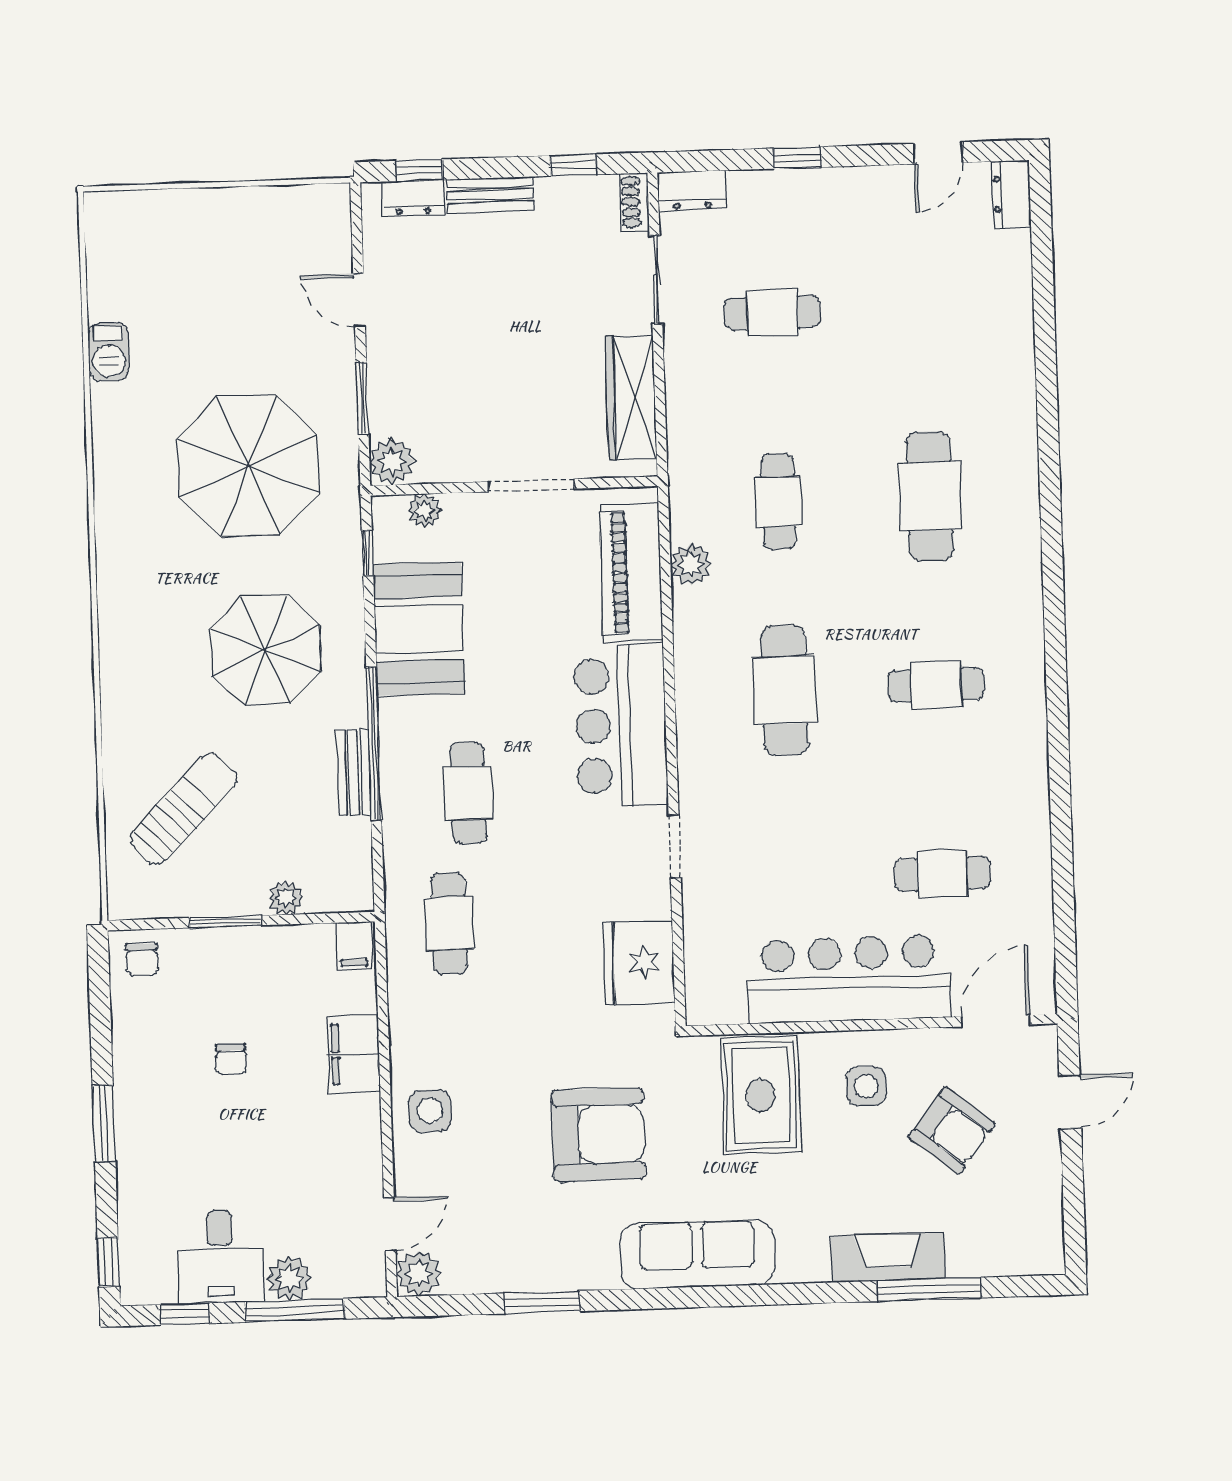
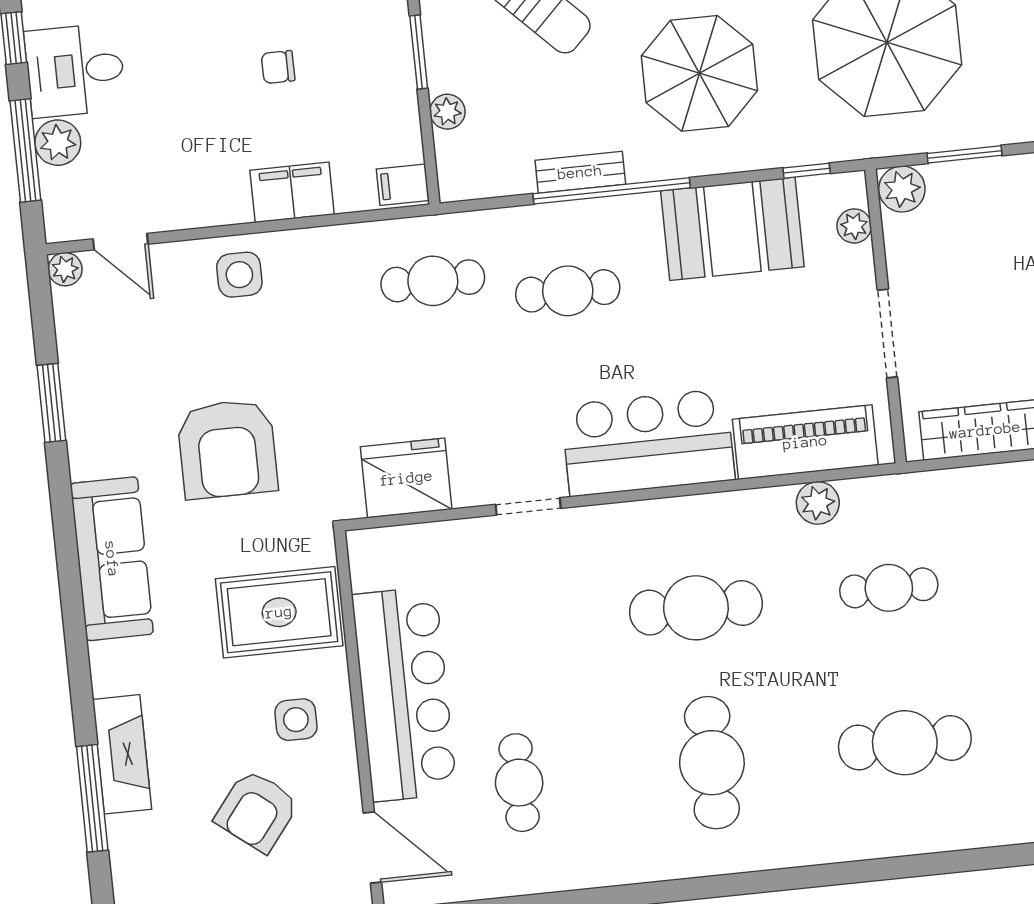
cafe table: (936, 685) -> (712, 763), width x1.37, depth x1.35
plant: (419, 1274) -> (65, 269), width x0.73, depth x0.73

